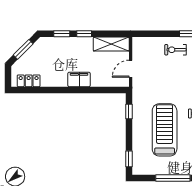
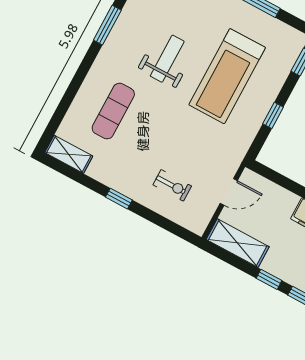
exercise bike: (176, 50) -> (172, 185), moved
window: (129, 111) -> (273, 115), moved

